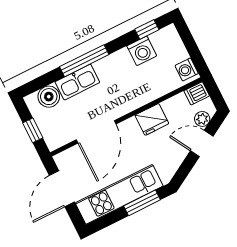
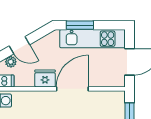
door: (96, 132) -> (72, 89), moved

